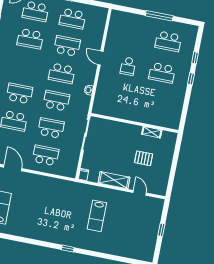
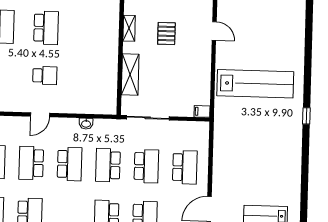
school desk: (51, 128) -> (146, 166), turned 180
school desk: (46, 155) -> (185, 167), turned 180
shelving: (114, 180) -> (130, 75), moved
door: (140, 193) -> (214, 31), swing flipped
lab bench: (97, 216) -> (255, 84), width x1.86, depth x1.39

